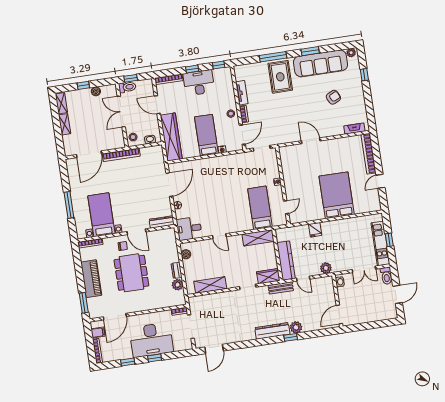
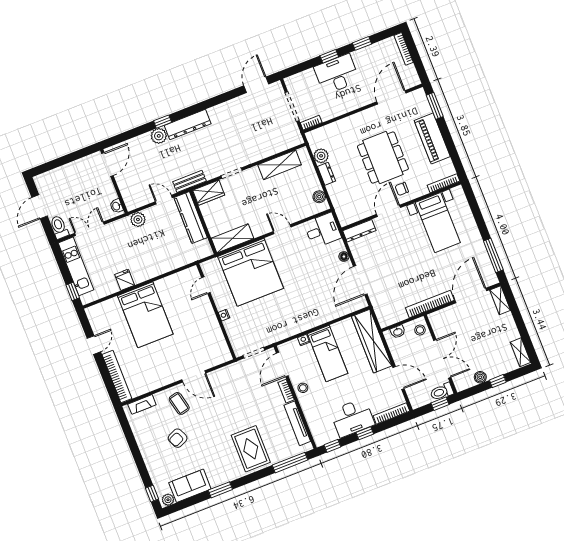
window: (273, 57) -> (290, 463), moved
sofa: (321, 63) -> (190, 486), width x0.54, depth x0.79
window: (364, 75) -> (152, 494), moved
tv unit: (242, 93) -> (297, 423), width x1.41
coffee table: (326, 123) -> (179, 403), added
shelving: (65, 124) -> (500, 300), moved
window: (69, 205) -> (493, 255), moved
bed: (260, 208) -> (251, 272), width x2.04
fridge: (315, 230) -> (125, 280), moved
door: (136, 232) -> (388, 211), hinge flipped
window: (389, 240) -> (73, 291), moved
filing cabinet: (98, 332) -> (408, 72), removed
desk: (151, 340) -> (337, 74), width x0.73, depth x0.77

